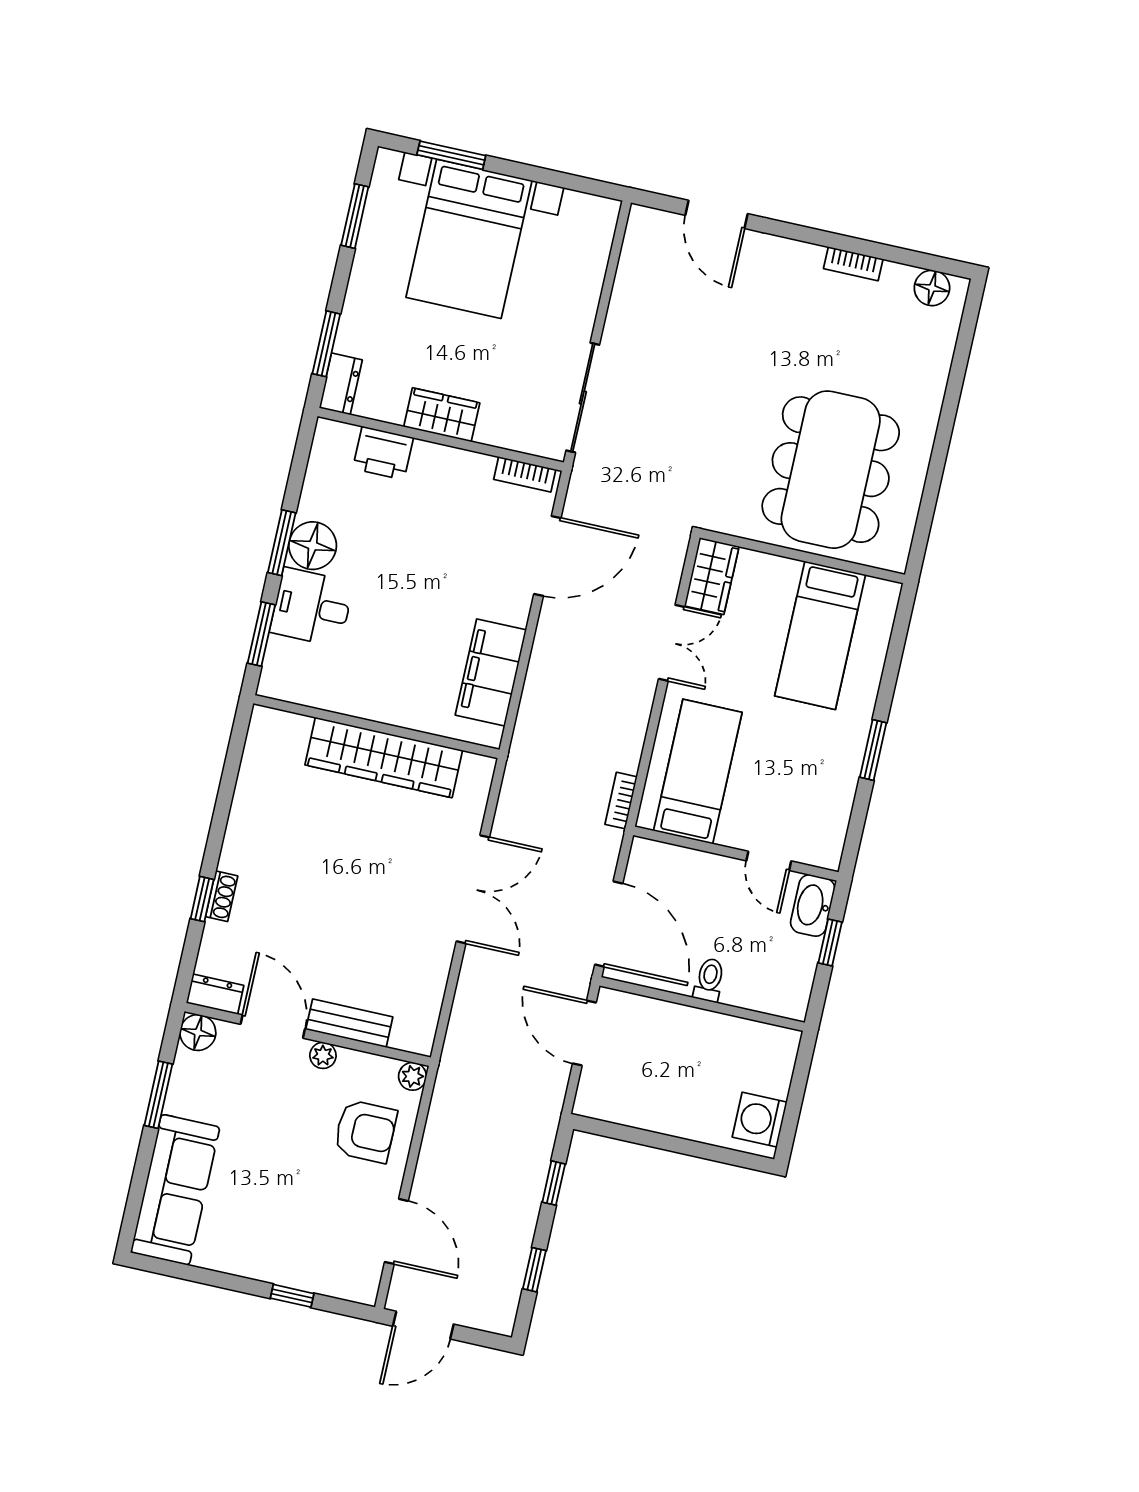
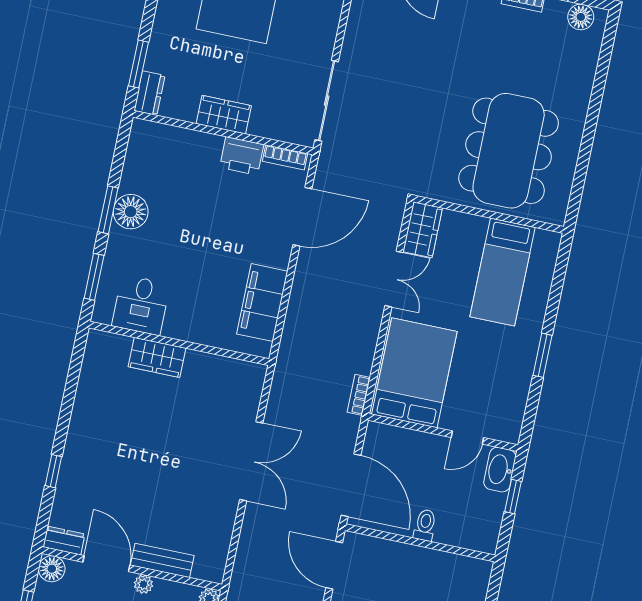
printer: (383, 453) -> (242, 156), moved
desk: (312, 607) -> (141, 305), moved, turned -90
wardrobe: (384, 758) -> (157, 357), width x0.48, depth x0.85
bed: (698, 772) -> (414, 373), width x1.50
door: (769, 861) -> (467, 437), hinge flipped
shoe rack: (222, 896) -> (68, 469), removed

